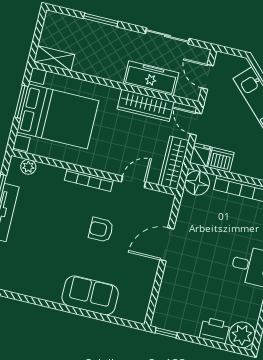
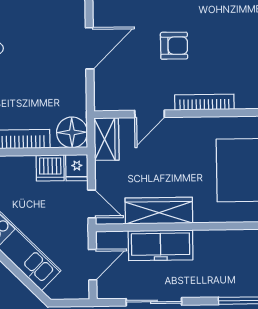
door: (207, 77) -> (93, 265), hinge flipped
wardrobe: (174, 163) -> (106, 139), width x0.67

